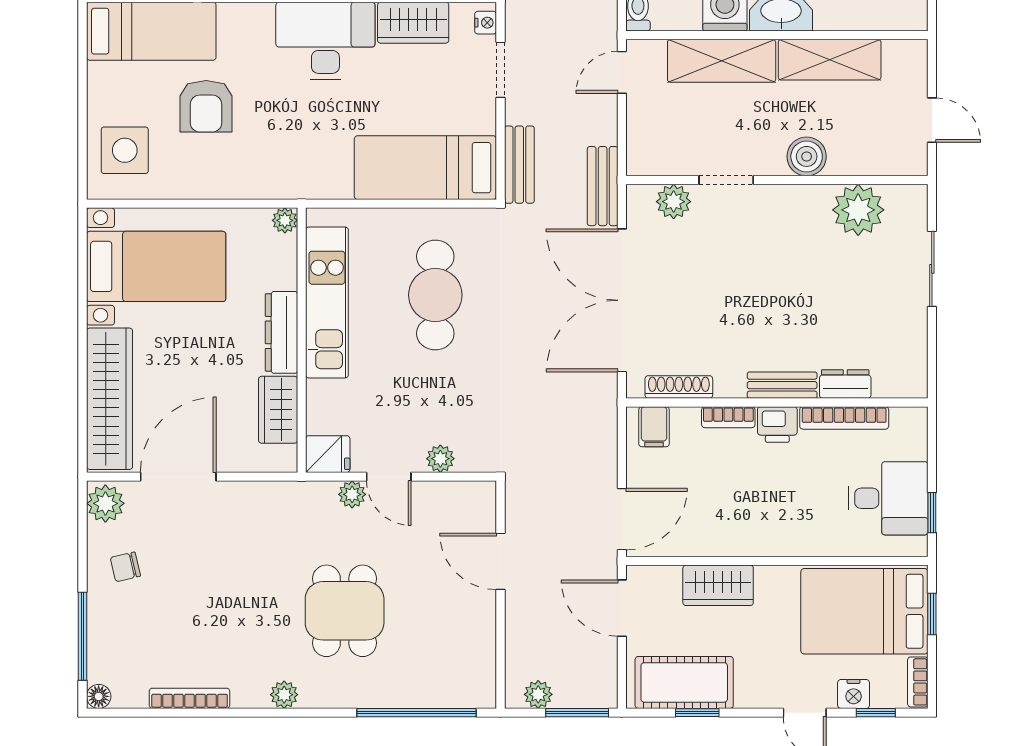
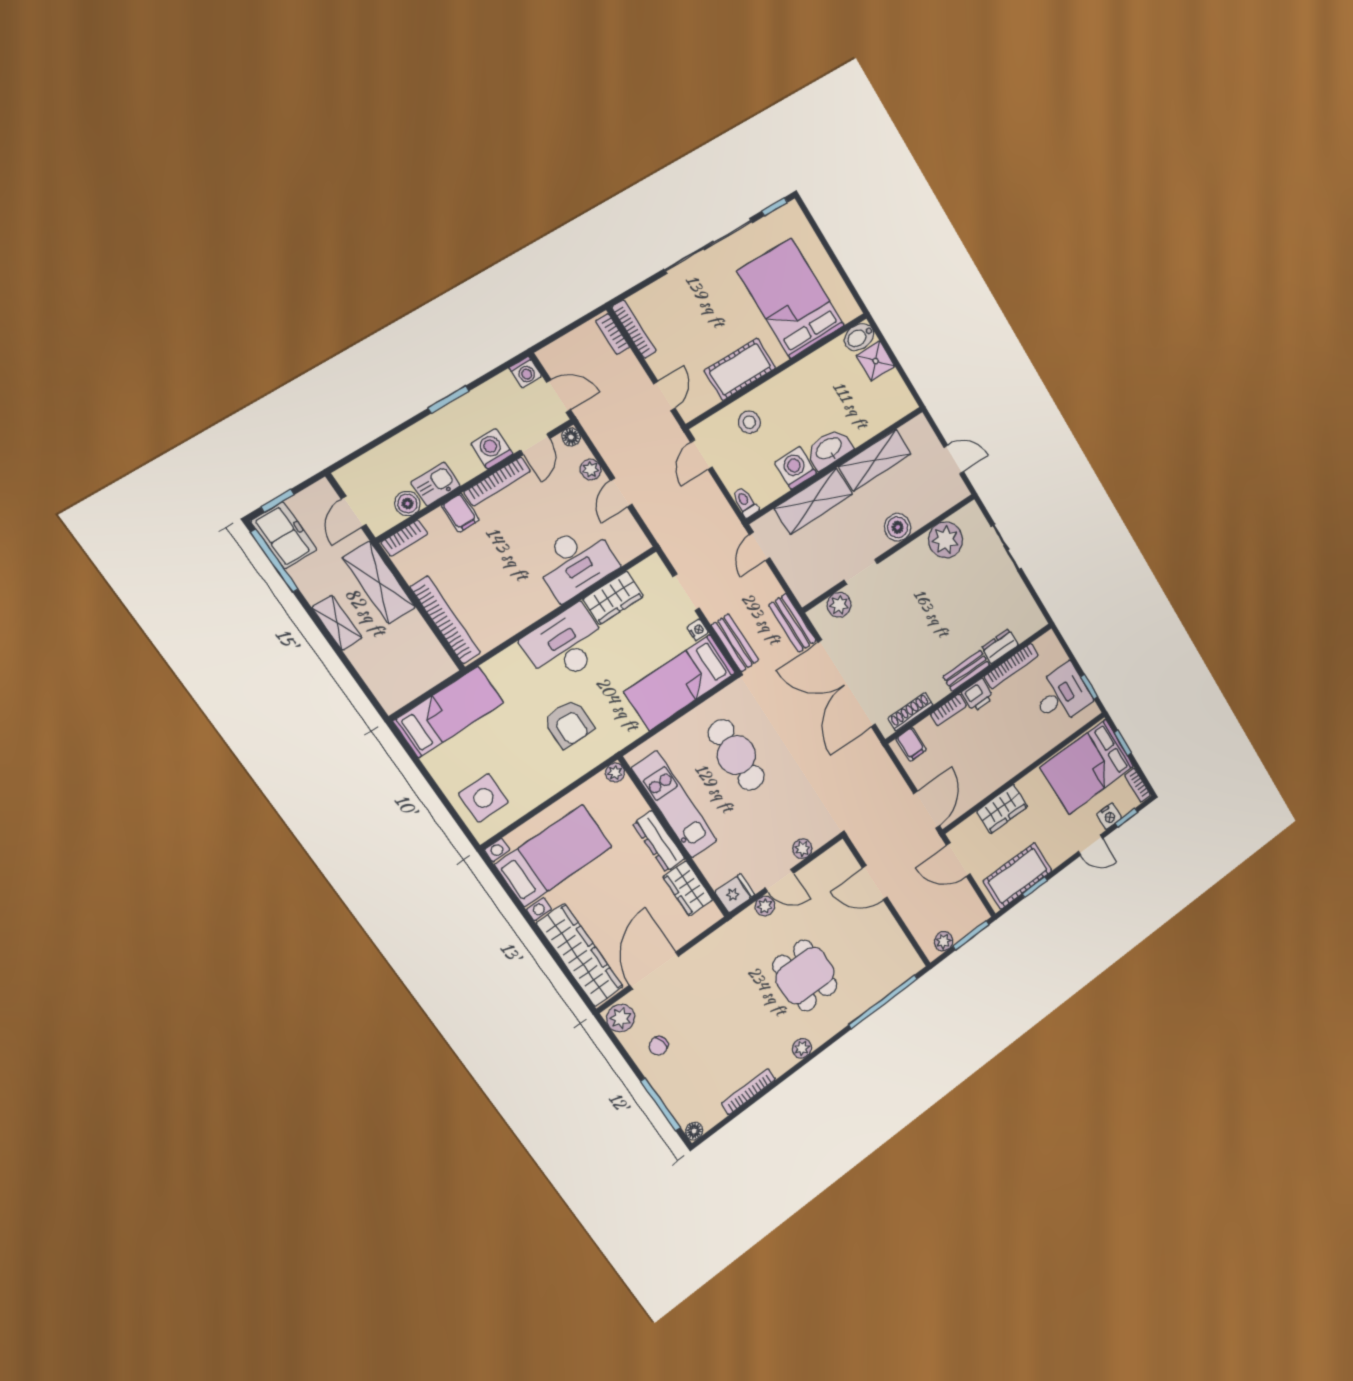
nightstand: (486, 23) -> (698, 630), moved
armchair: (206, 106) -> (569, 724), moved

